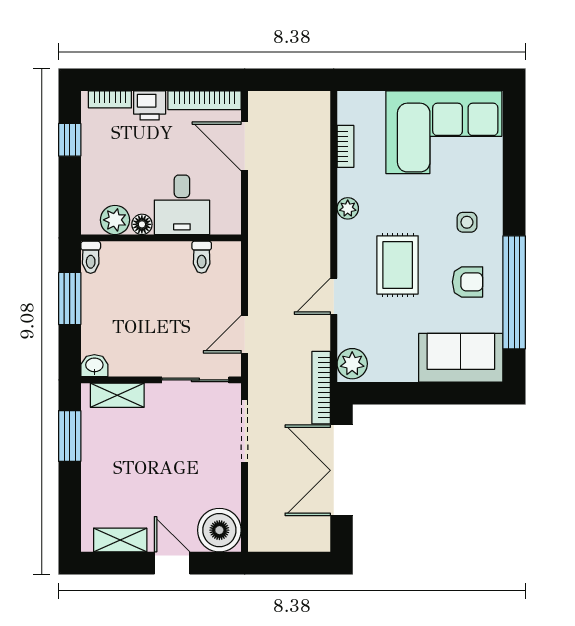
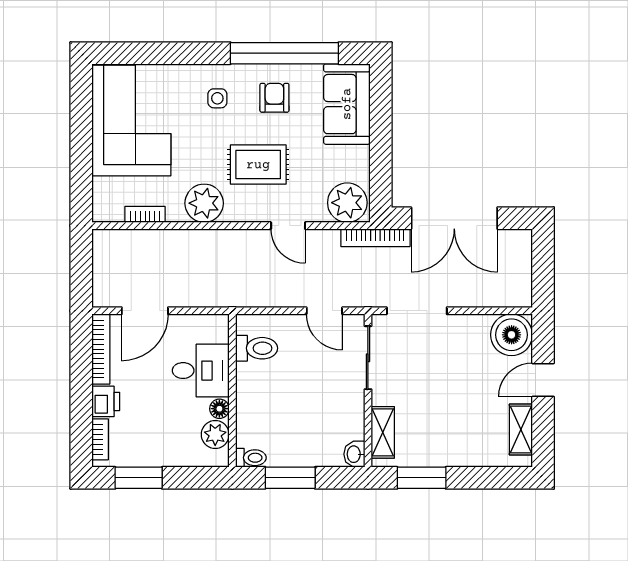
window: (70, 140) -> (139, 478), width x1.50
plant: (348, 208) -> (204, 203), width x1.88, depth x1.88
toilet: (202, 257) -> (257, 348), width x1.37, depth x1.39
plant: (352, 364) -> (347, 203), width x1.36, depth x1.36

